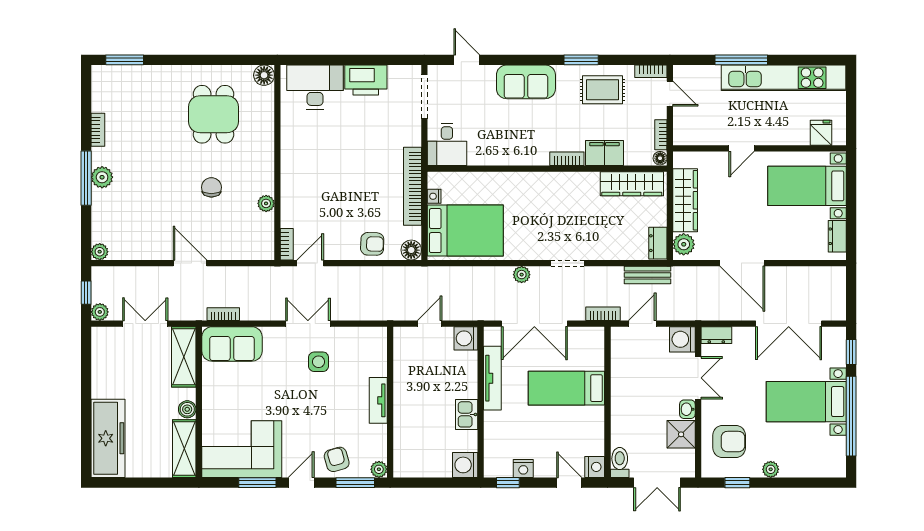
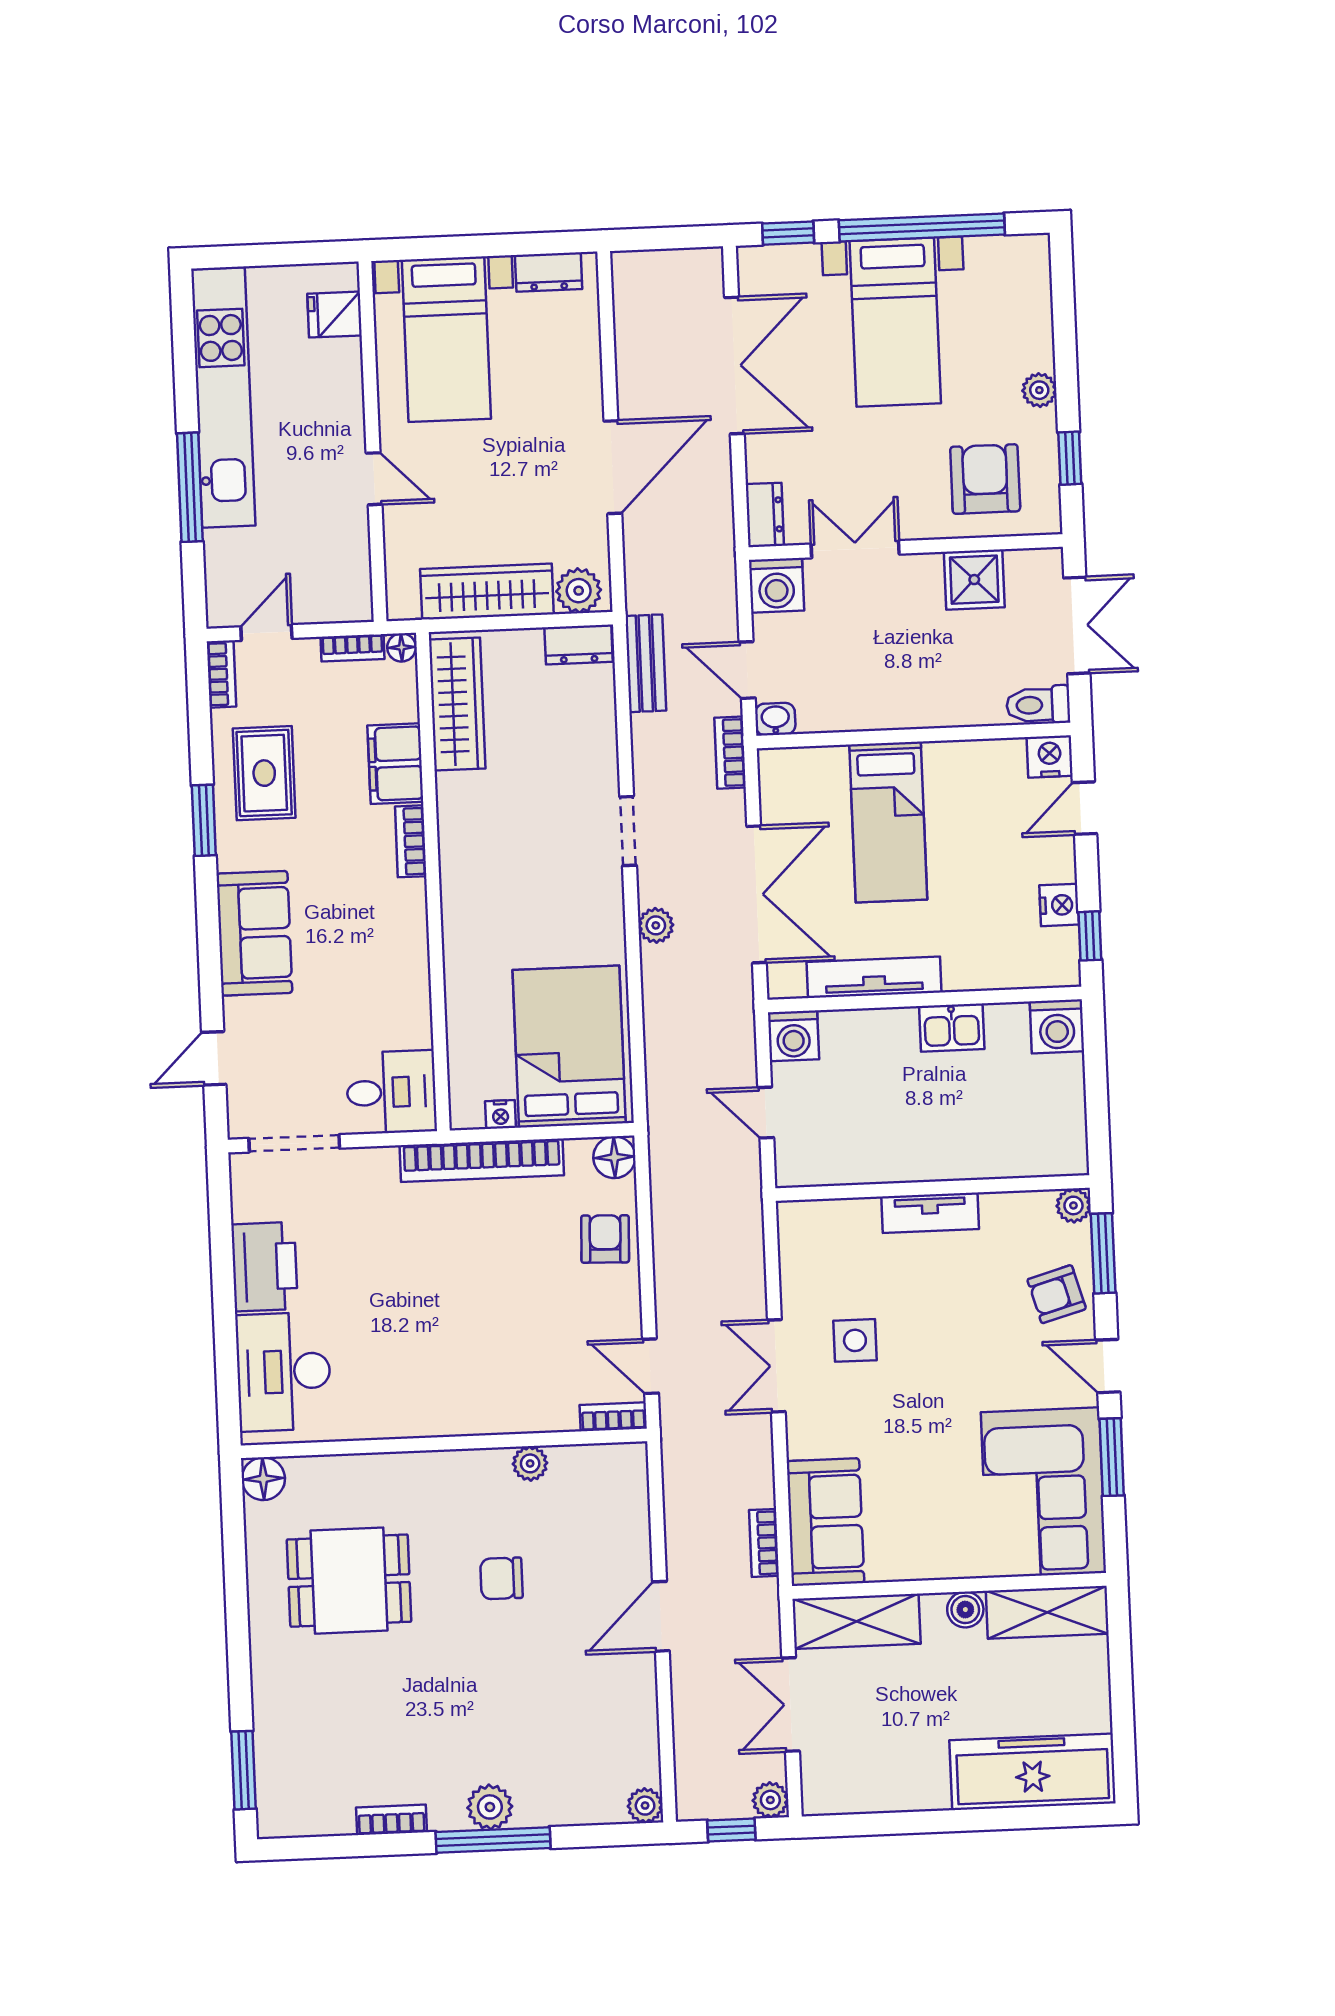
washbasin: (687, 409) -> (775, 719), moved, turned 180

